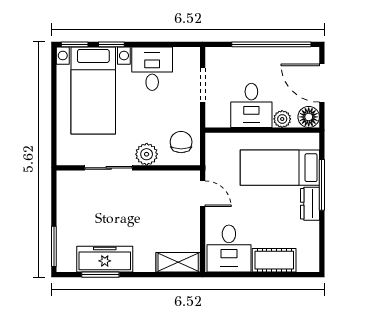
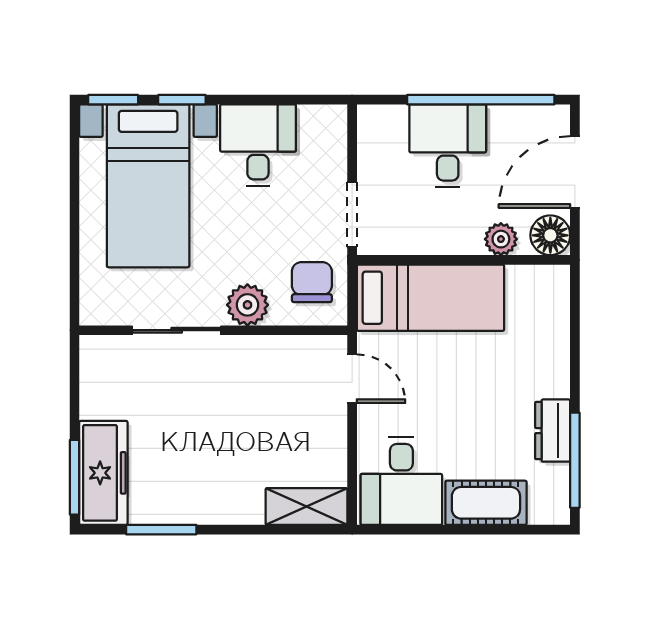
door: (322, 83) -> (575, 172), hinge flipped
doorway: (203, 85) -> (352, 214), moved
desk: (251, 105) -> (448, 146), moved, turned 180
bed: (280, 168) -> (430, 298), moved, turned 180
window: (322, 185) -> (575, 460), moved
dresser: (310, 204) -> (553, 431), moved
freezer: (105, 259) -> (103, 473), moved, turned 90

